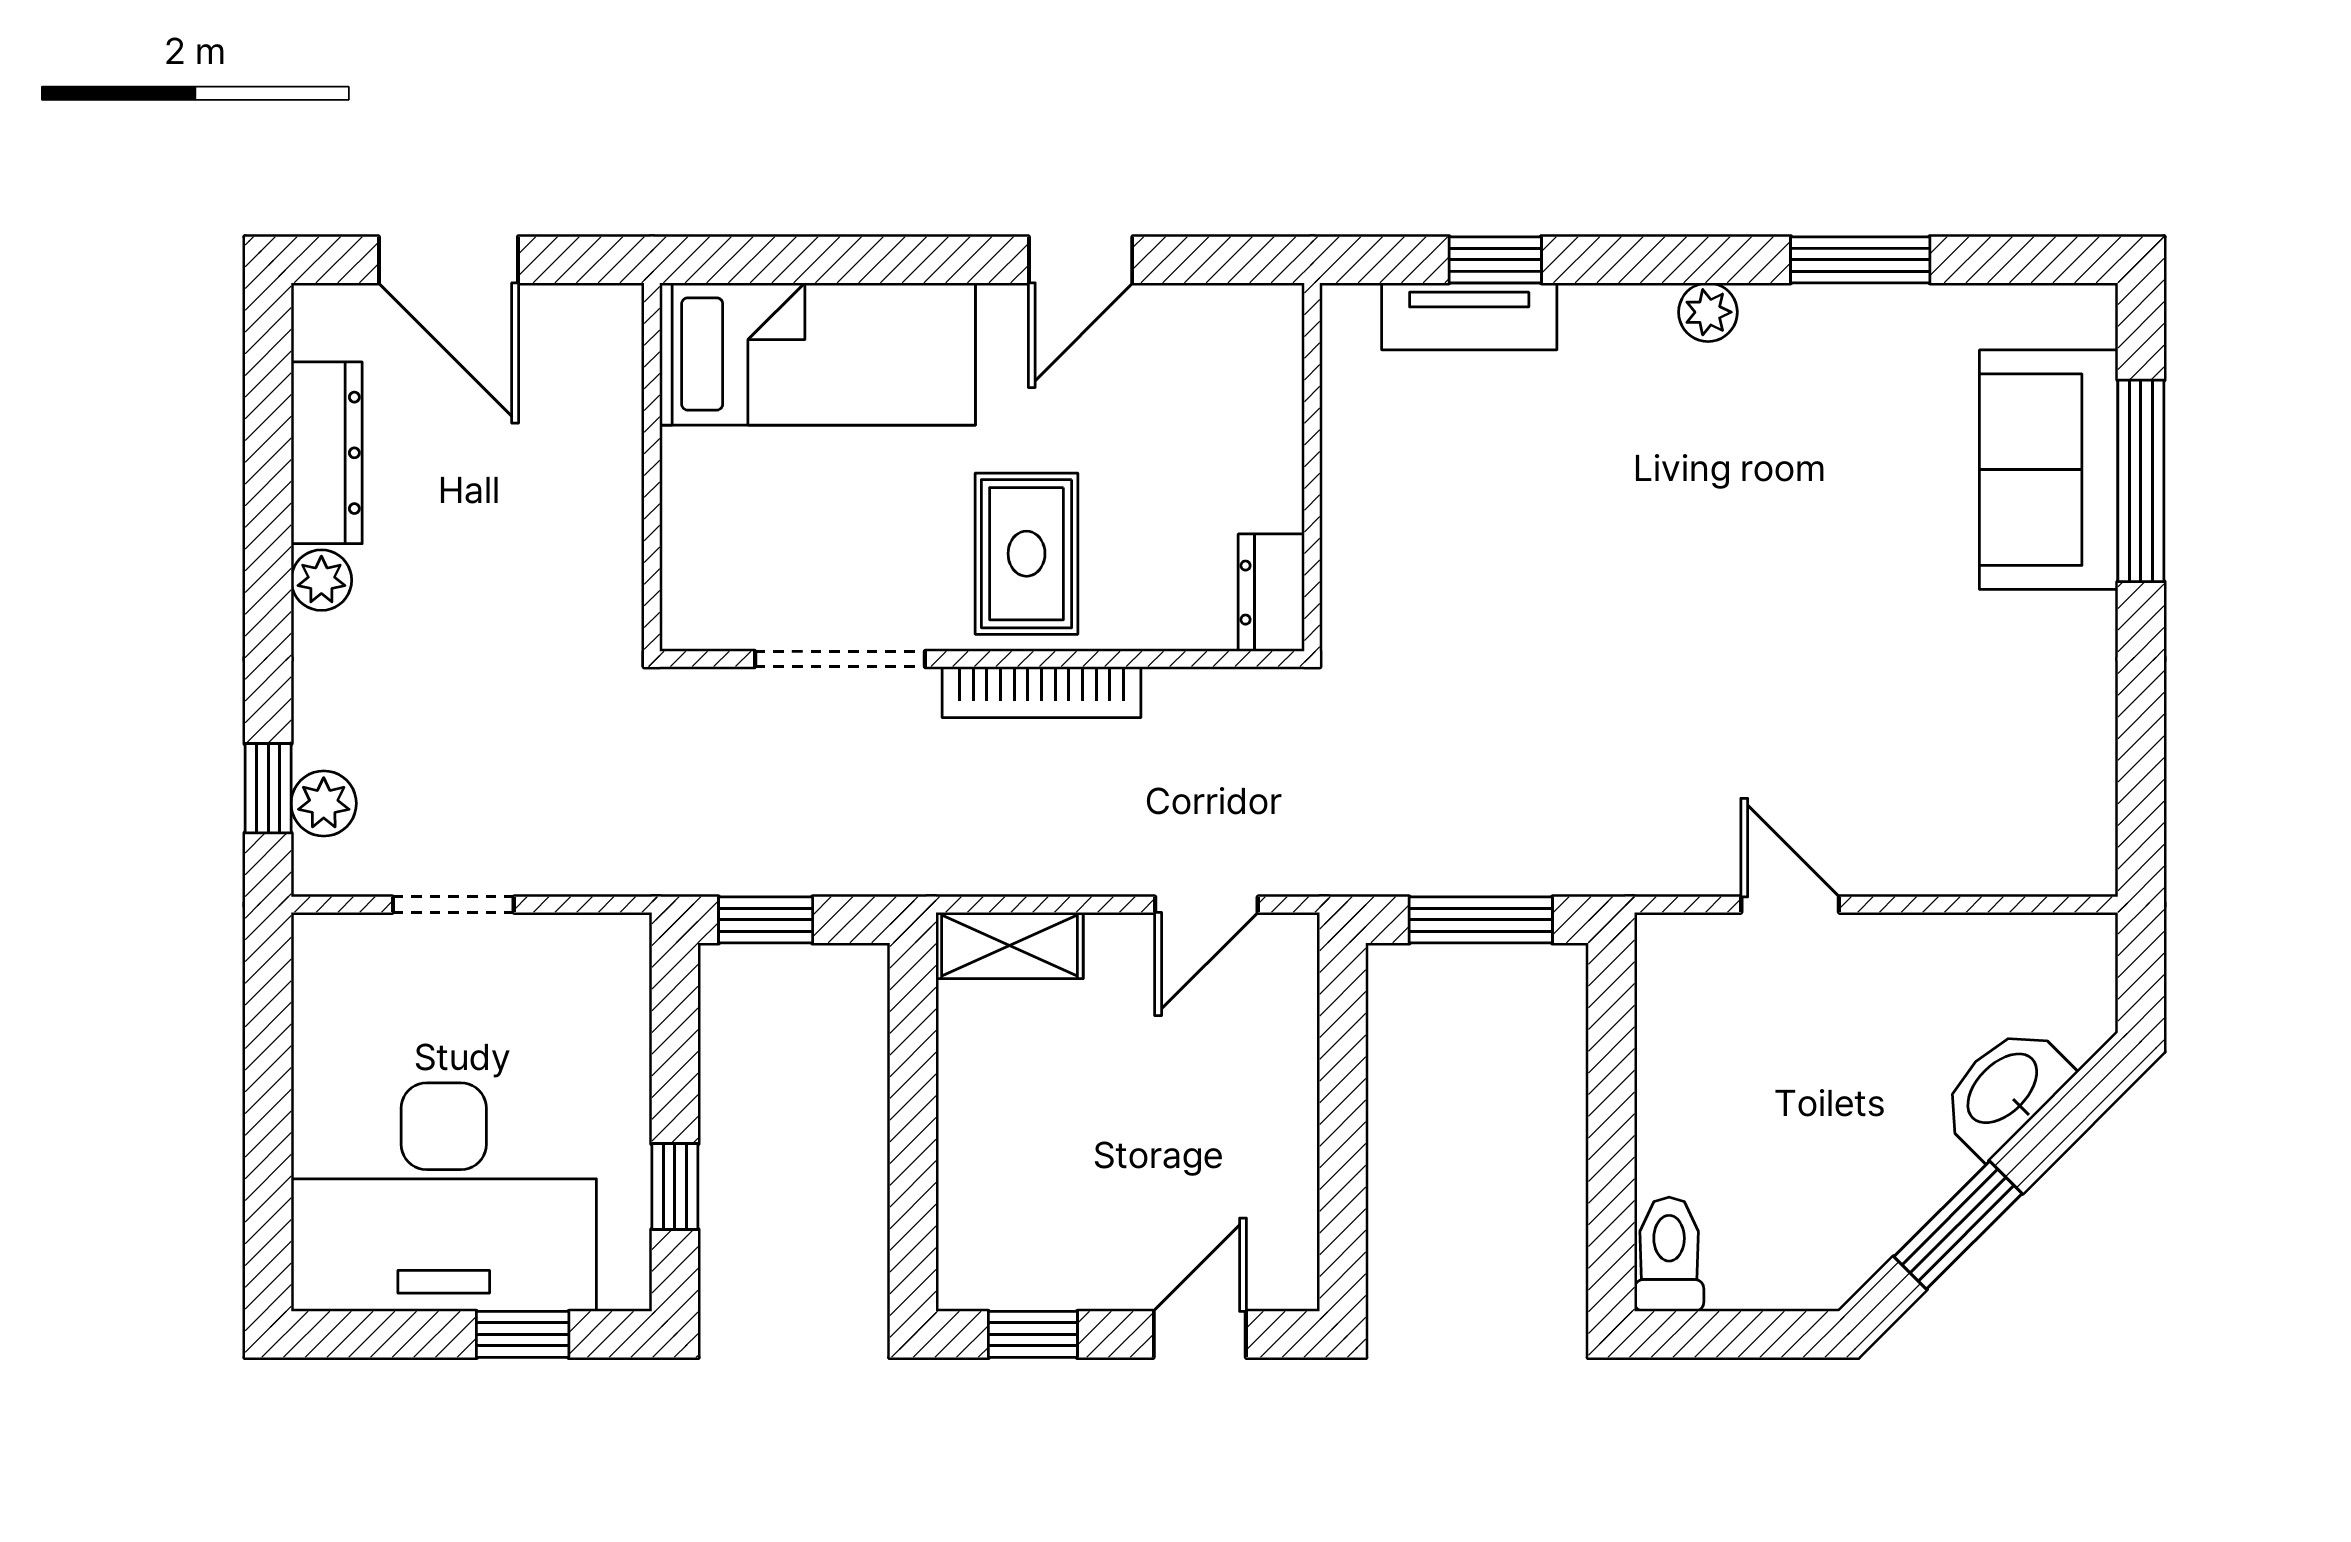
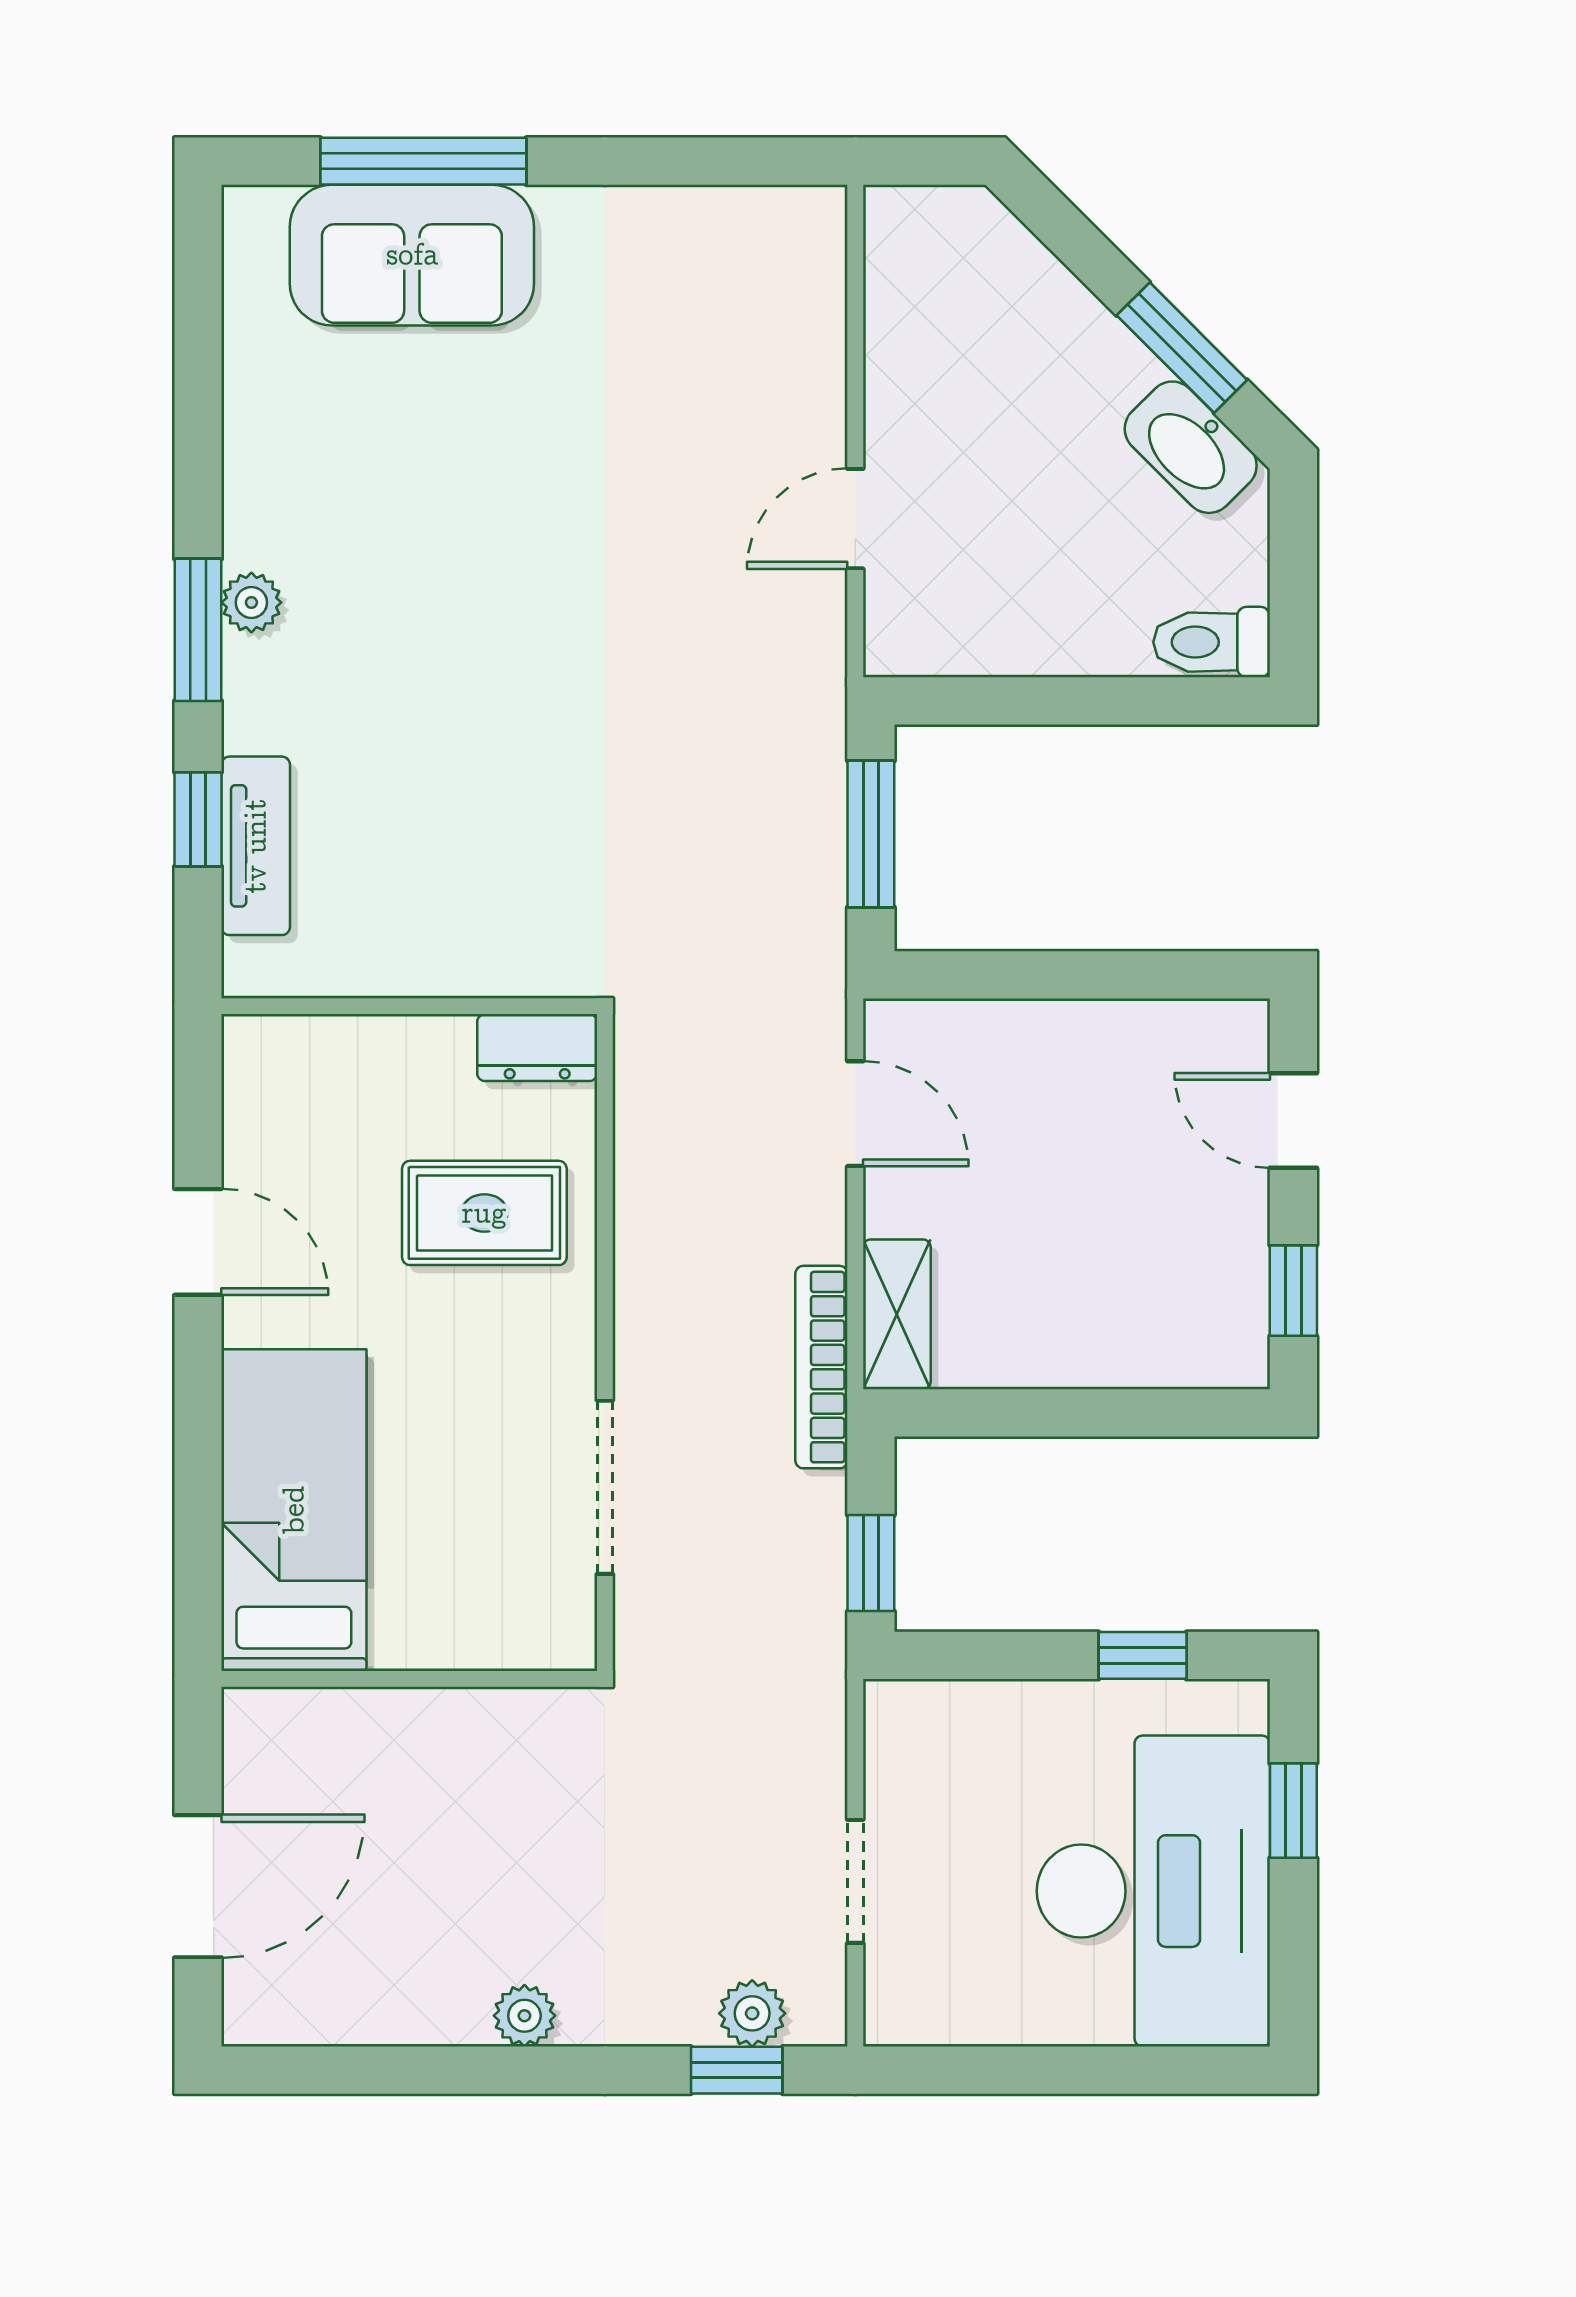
window: (1860, 260) -> (198, 630), moved
dresser: (327, 453) -> (395, 2010), removed
rug: (1027, 554) -> (484, 1213), moved
bookcase: (1042, 692) -> (821, 1367), moved, turned 180
washbasin: (2004, 1090) -> (1191, 447), moved

